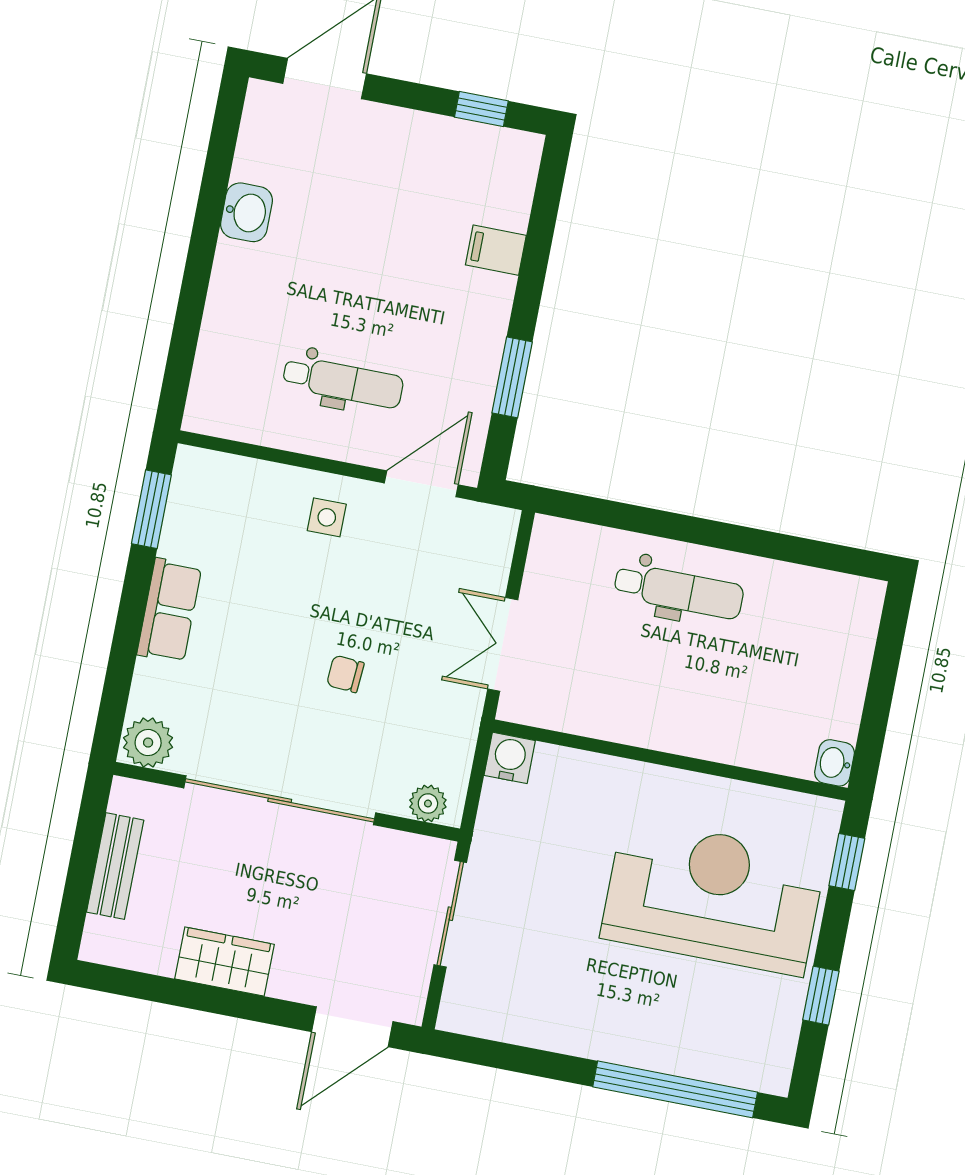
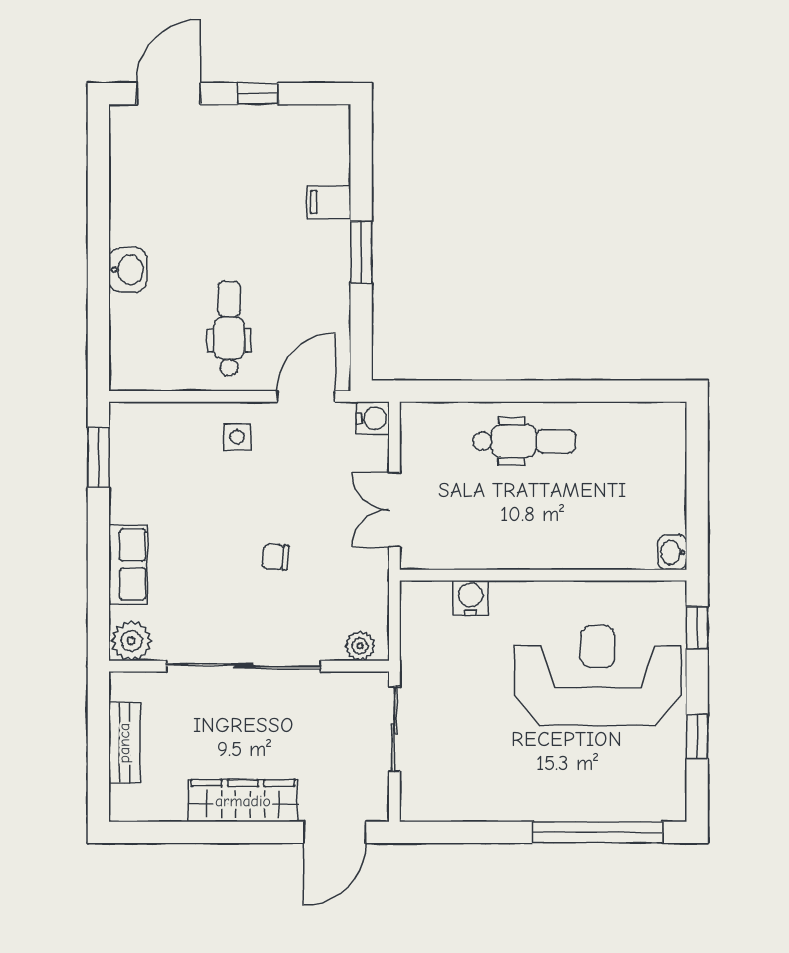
window: (481, 109) -> (258, 94), moved
washbasin: (246, 212) -> (128, 270), moved
window: (512, 377) -> (361, 252), moved
dental chair: (343, 382) -> (229, 329), turned -90
water cooler: (498, 526) -> (373, 418), added
row of seats: (169, 611) -> (128, 564), moved
water cooler: (510, 758) -> (471, 598), moved
wardrobe: (225, 962) -> (243, 801), width x1.50

